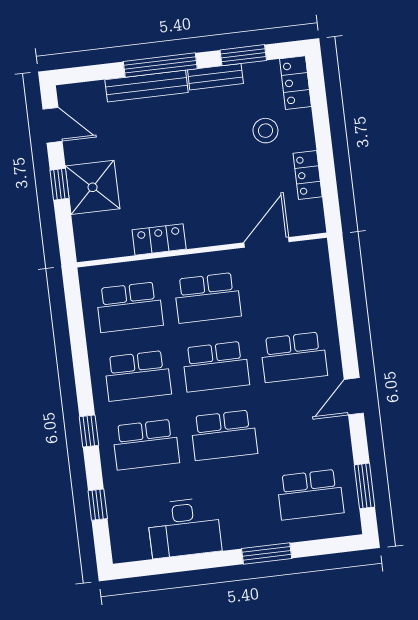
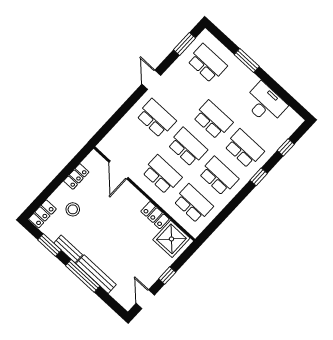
shower: (93, 187) -> (171, 239), moved
door: (266, 242) -> (118, 170), hinge flipped
door: (354, 396) -> (151, 80), swing flipped

